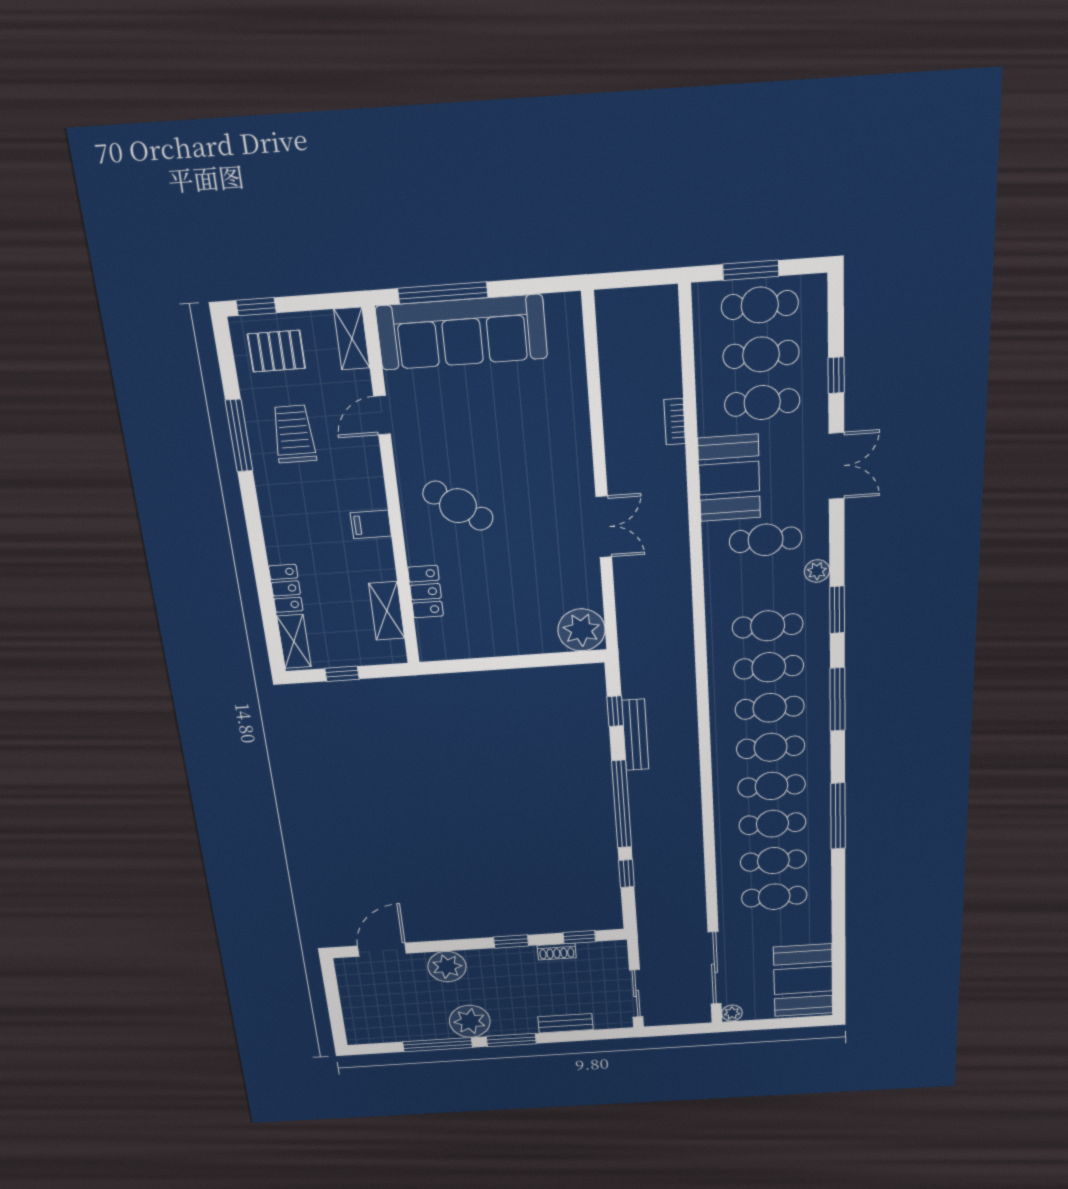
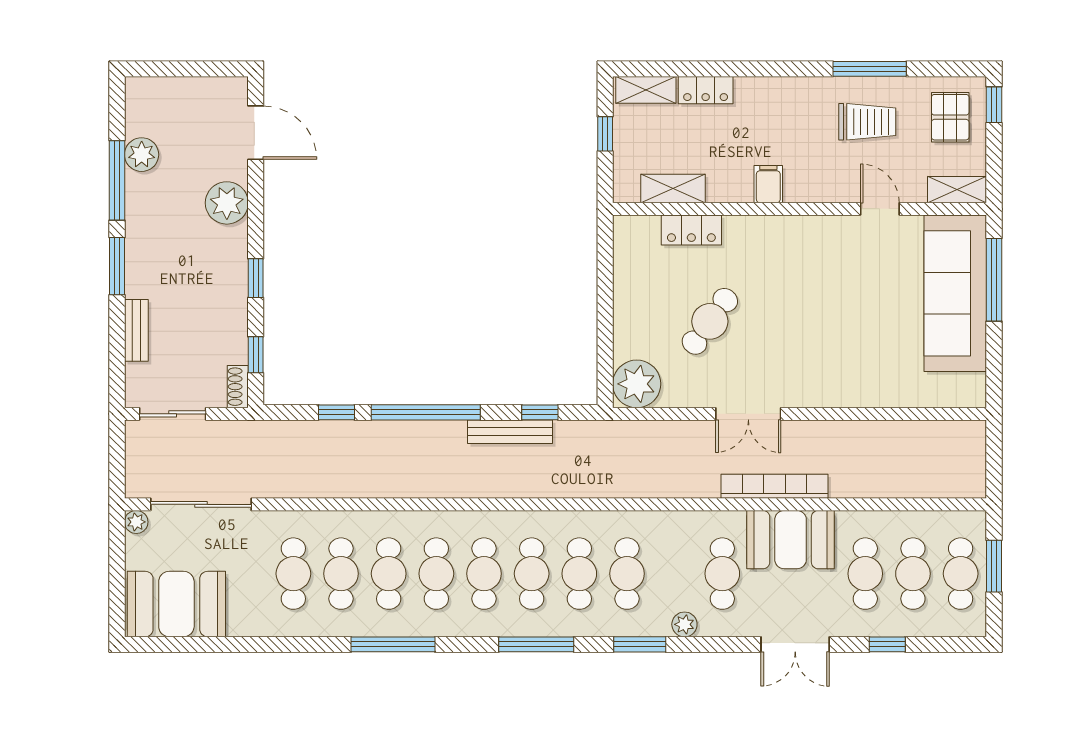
bookcase: (675, 422) -> (774, 486), moved, width x2.31, depth x1.31
cafe table: (458, 506) -> (710, 321), moved
shoe rack: (557, 952) -> (238, 387), moved
plant: (470, 1021) -> (142, 155), moved, width x0.73, depth x0.73

